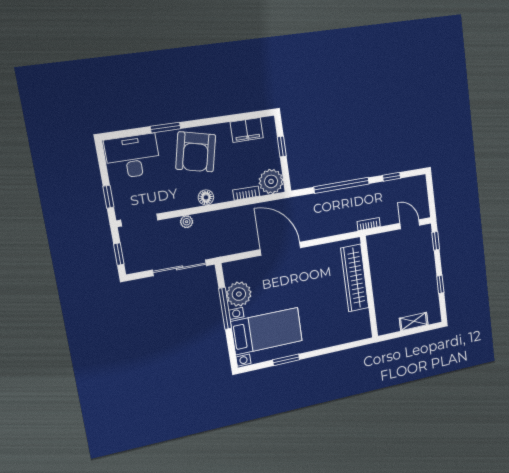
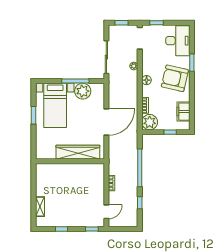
wardrobe: (355, 278) -> (78, 152), moved
wall: (369, 287) -> (70, 161), moved

